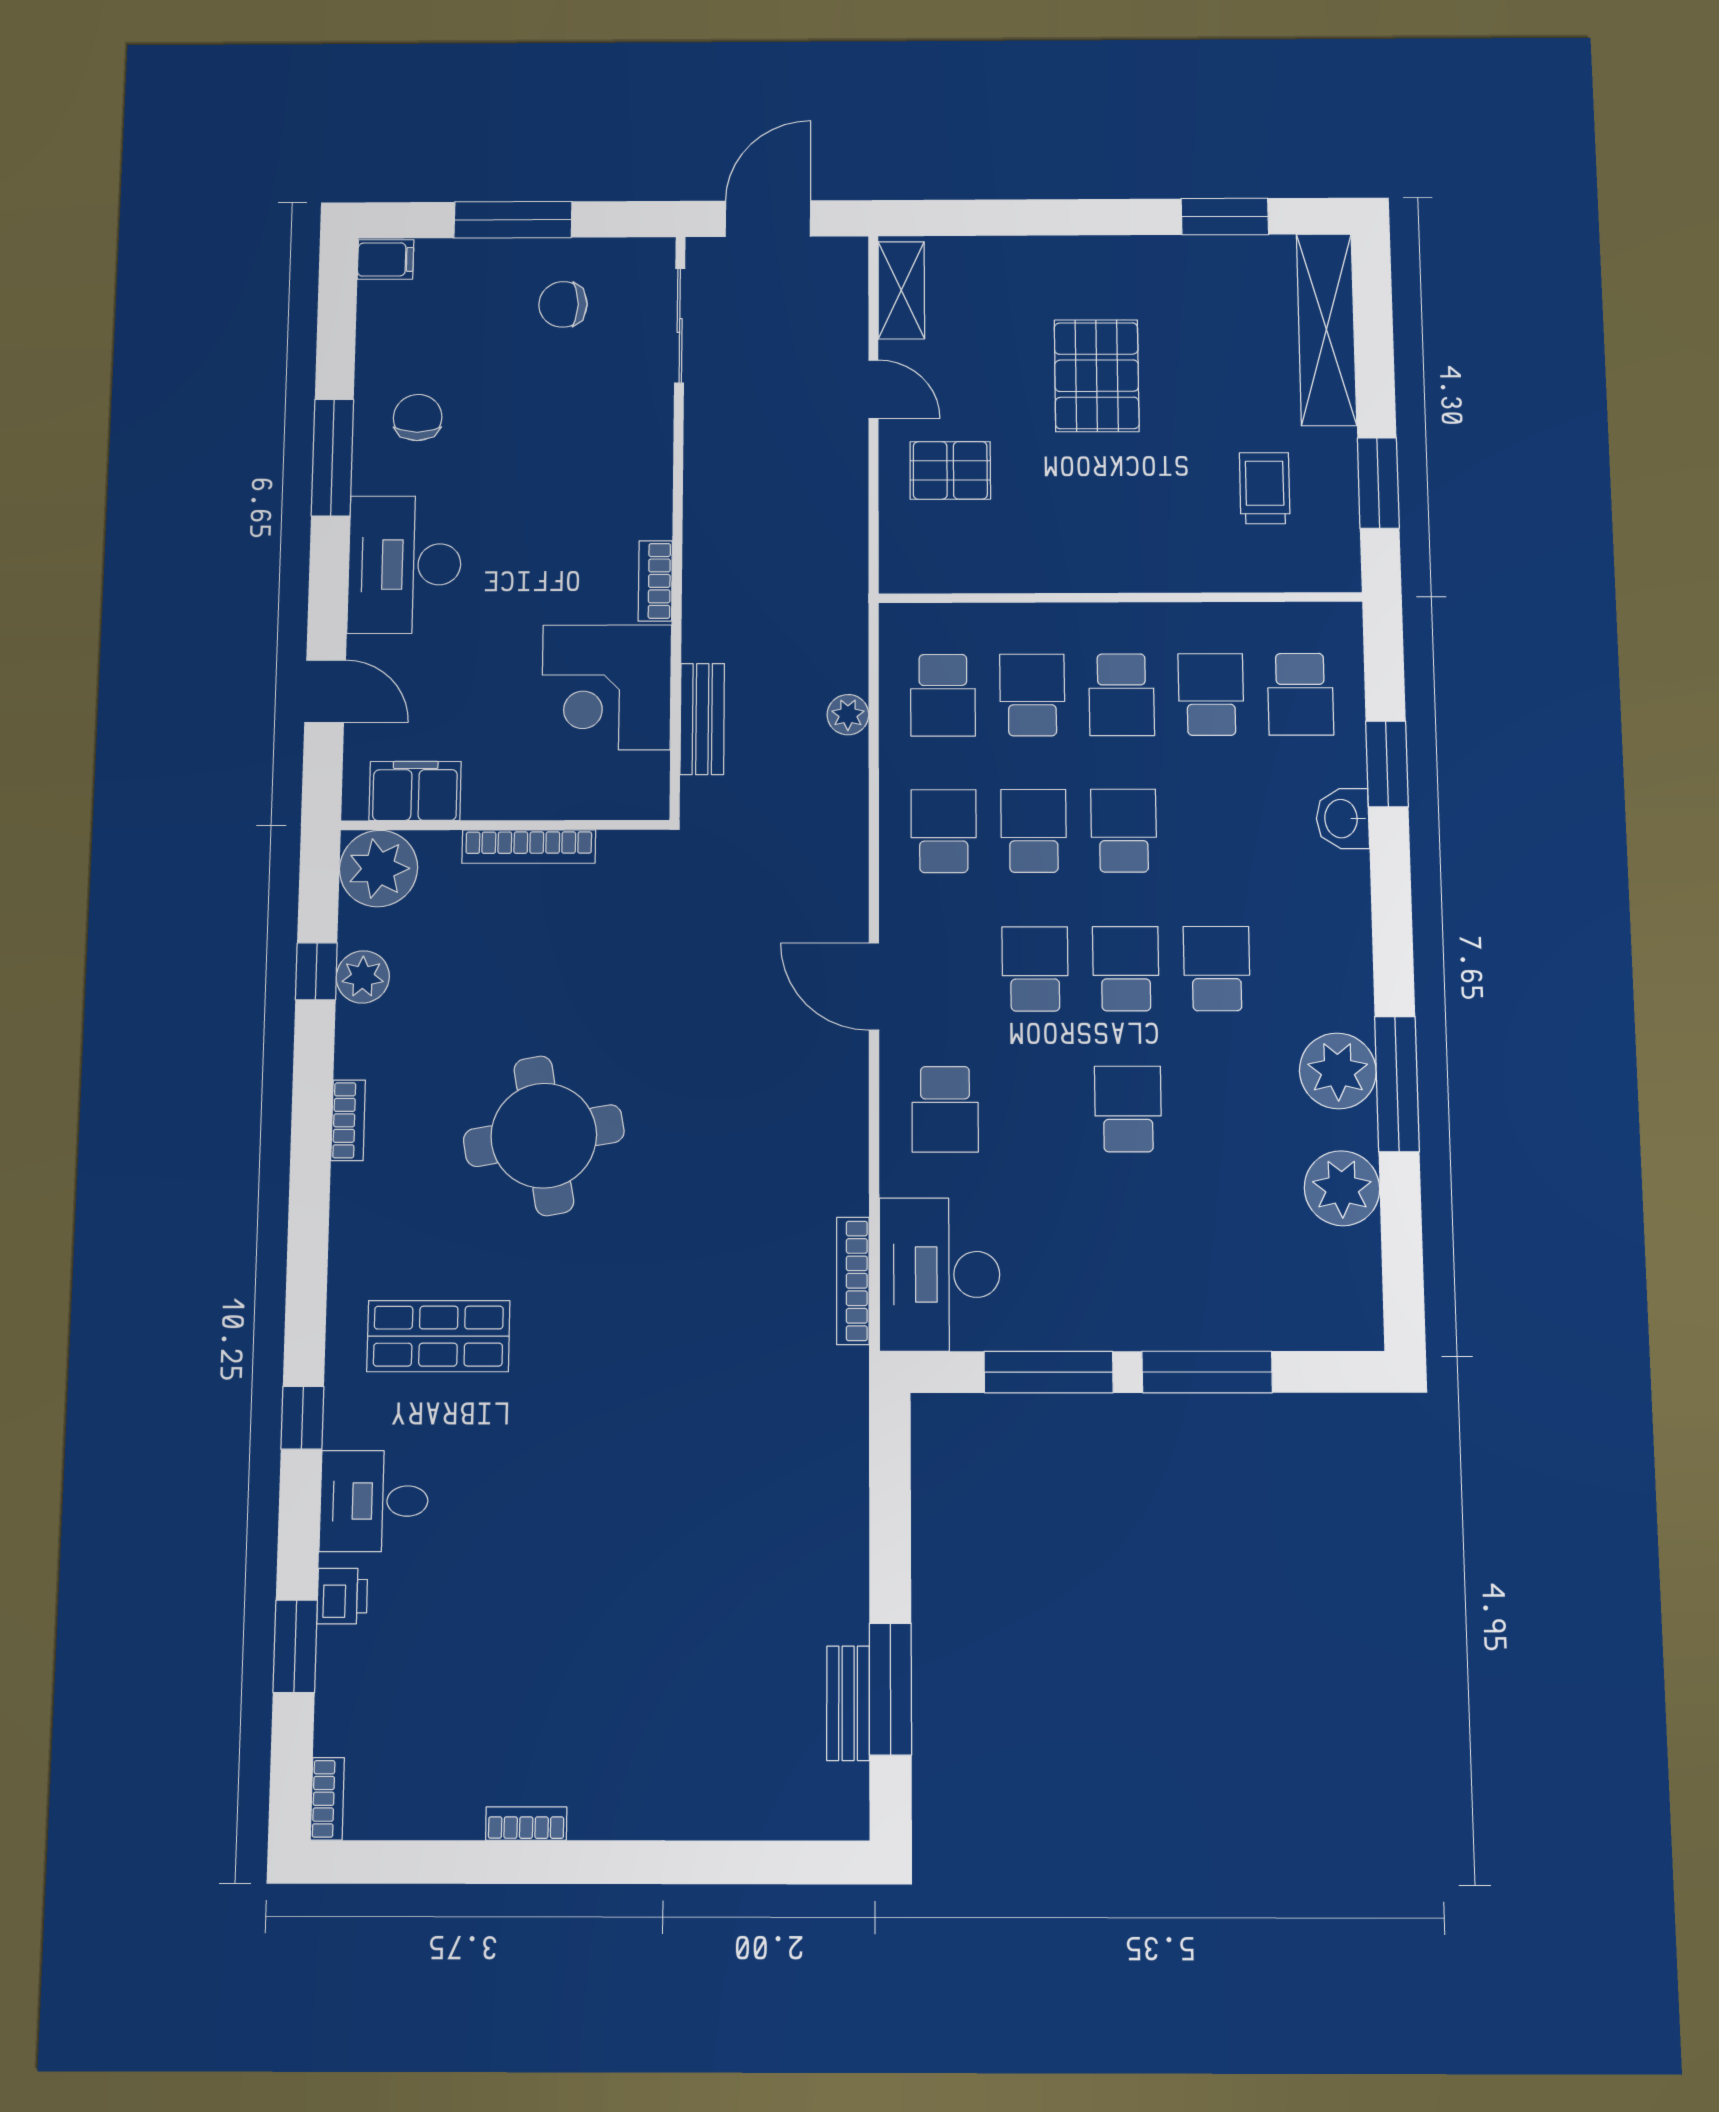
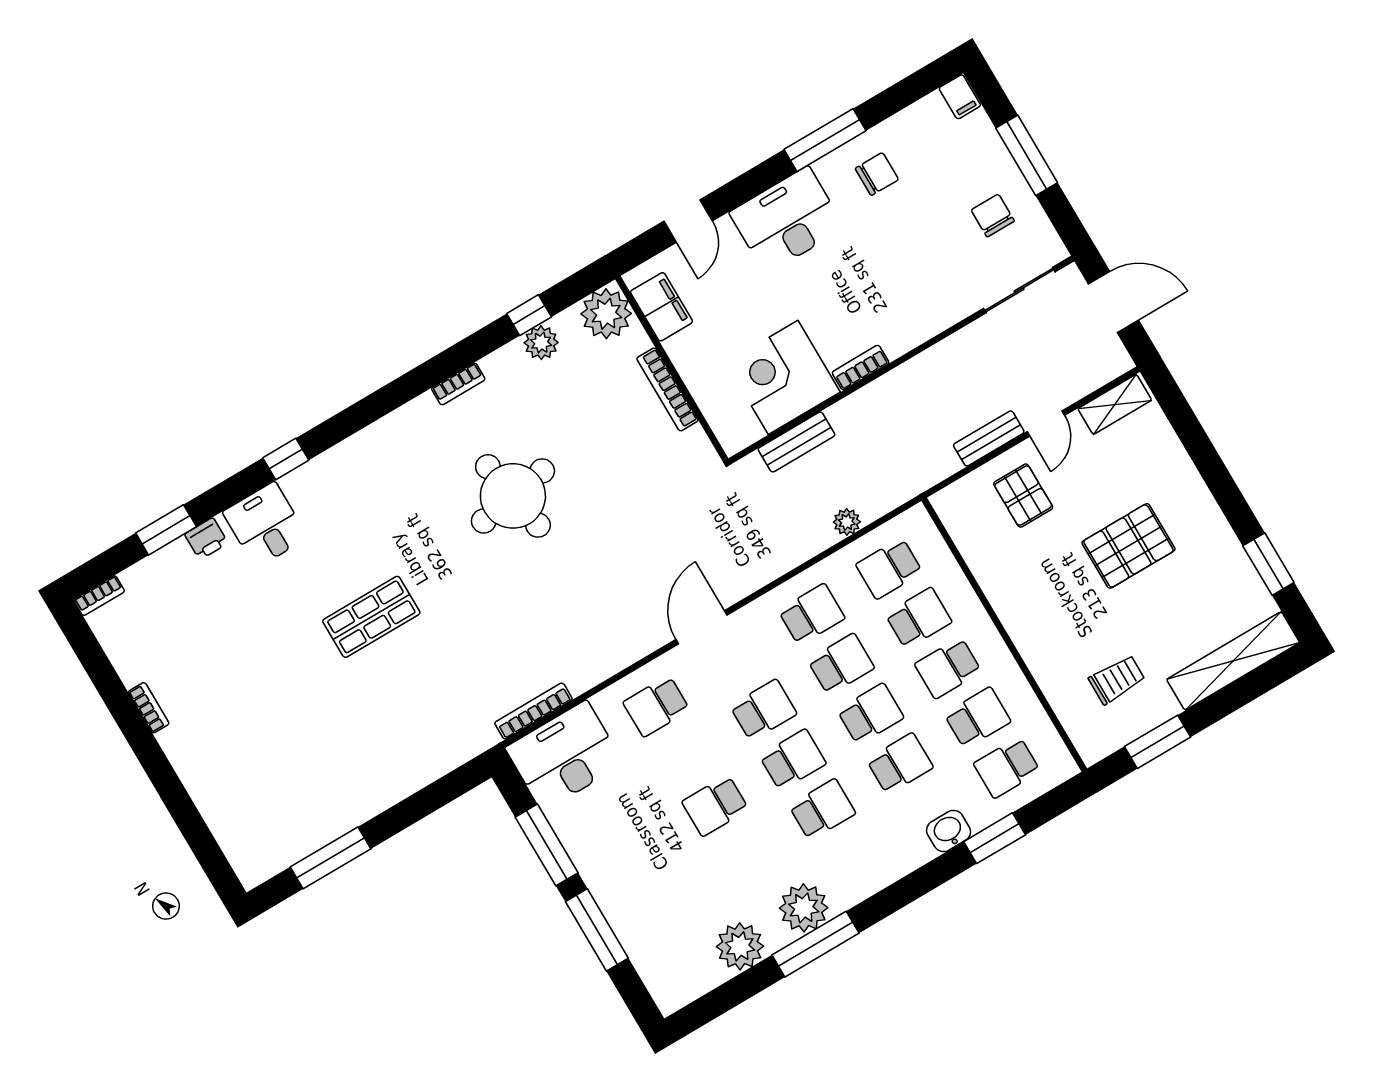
school desk: (1214, 830) -> (900, 764), added
school desk: (1128, 1109) -> (715, 806), turned 180
shop shelf: (438, 1336) -> (371, 617), moved, turned 90
bench: (848, 1703) -> (989, 438), moved

